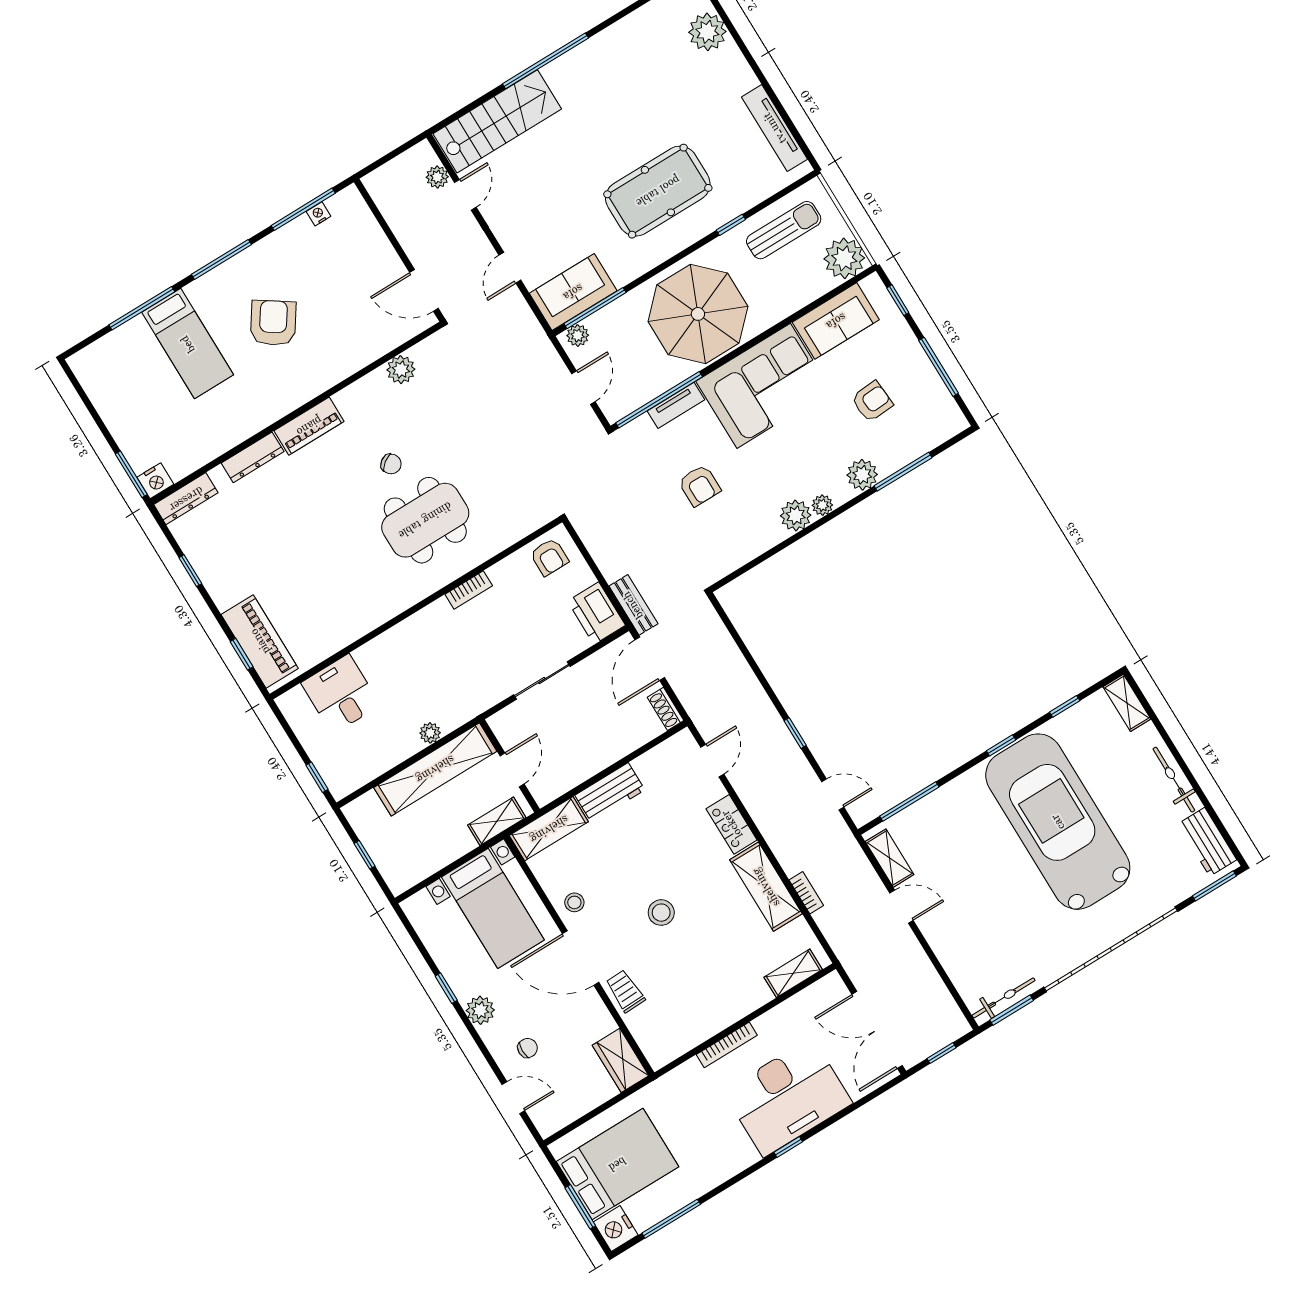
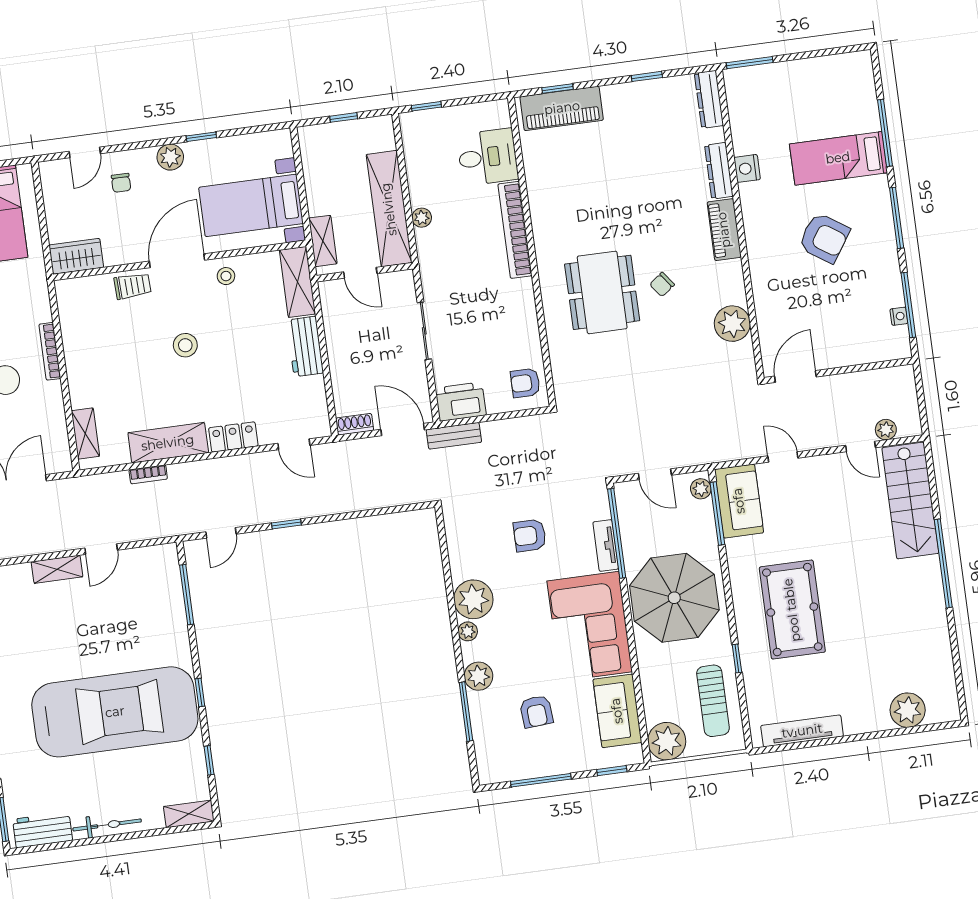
plant: (401, 370) -> (732, 324), width x1.36, depth x1.36
nightstand: (155, 481) -> (747, 168), moved
plant: (796, 515) -> (473, 599), width x1.36, depth x1.36
bookcase: (469, 590) -> (515, 230), moved, width x2.31, depth x1.31
shelving: (890, 858) -> (57, 569), moved

